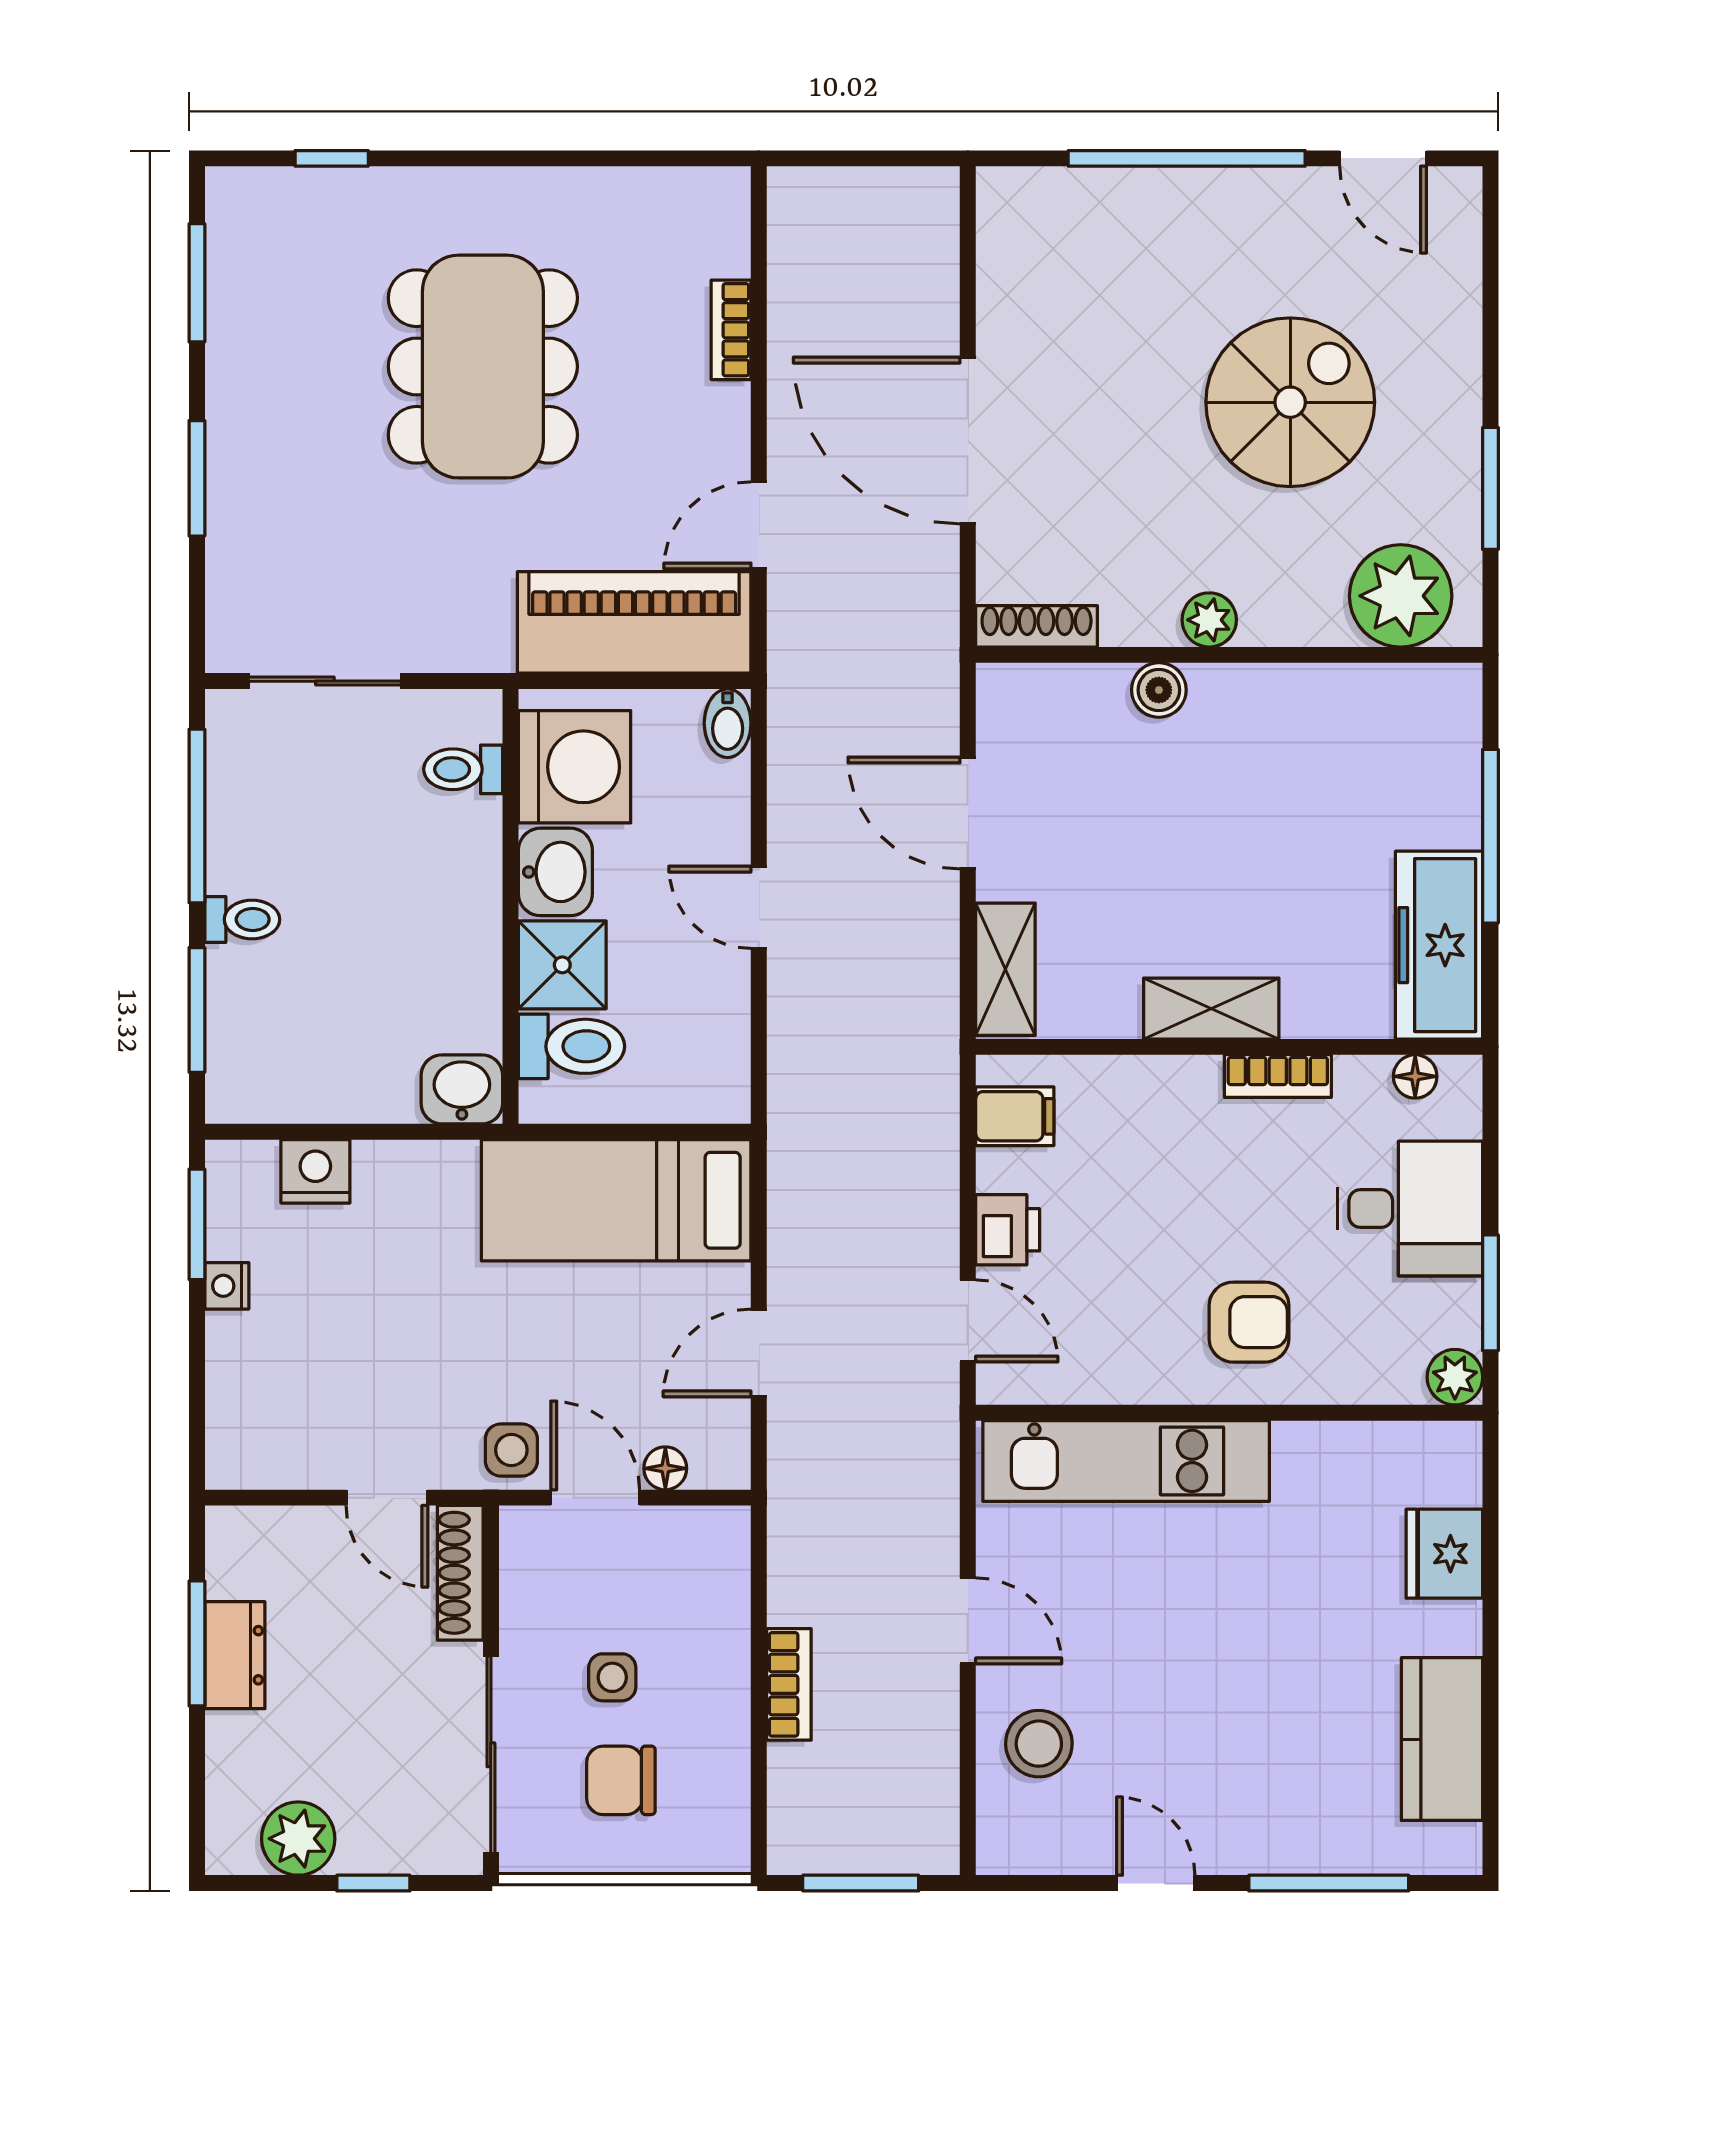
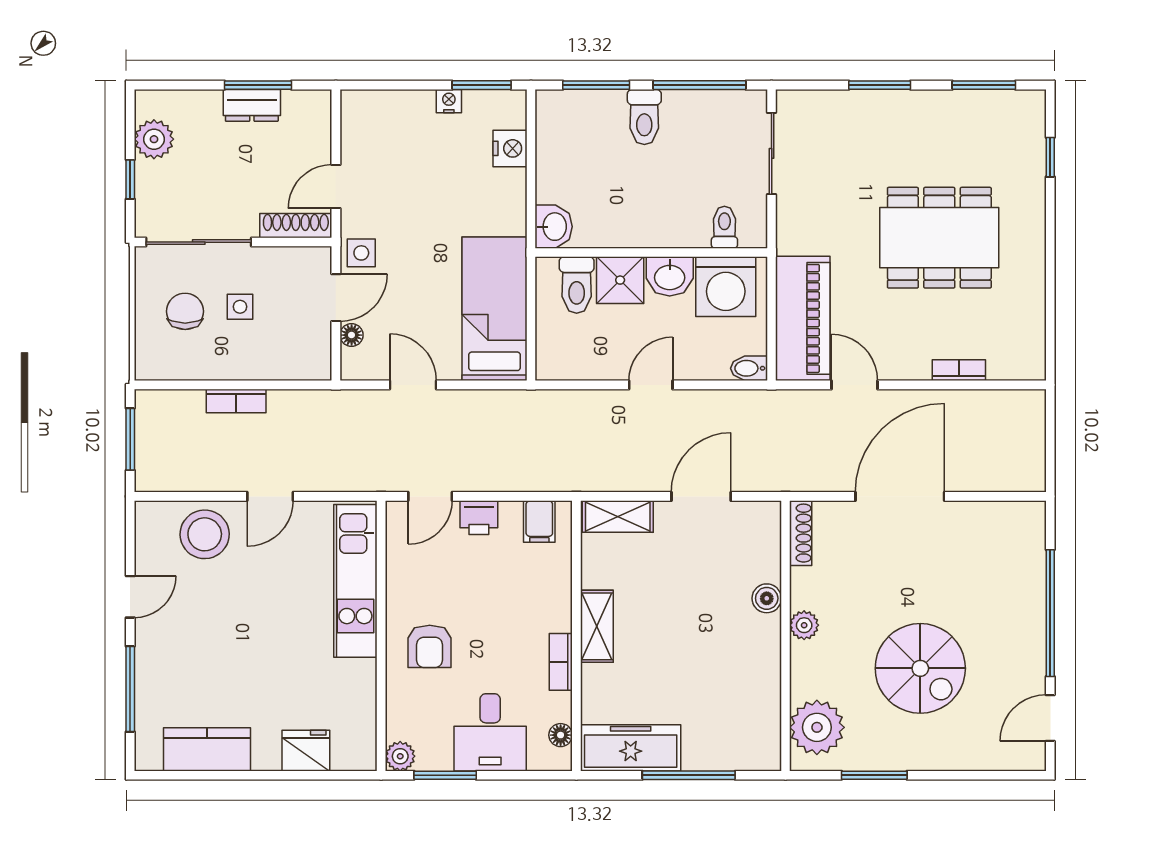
toilet: (242, 919) -> (644, 117), width x1.37, depth x1.39
stool: (1039, 1744) -> (205, 534), width x1.38, depth x1.38

